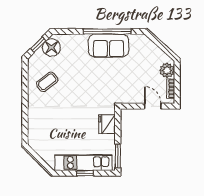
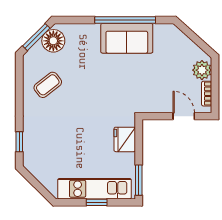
window: (38, 45) -> (36, 37), width x1.50
window: (25, 126) -> (19, 142), added

